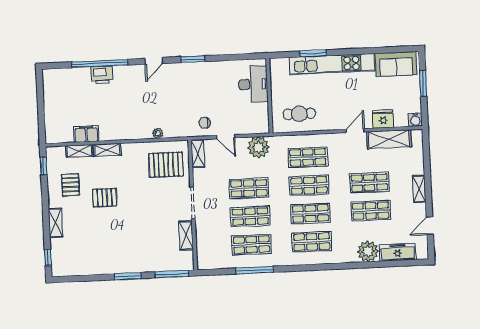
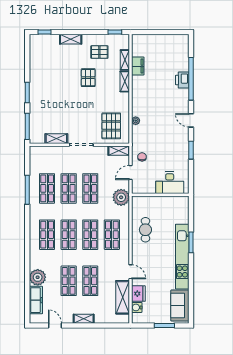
desk: (253, 84) -> (170, 183), moved
wall: (269, 96) -> (160, 195), moved
water cooler: (415, 120) -> (137, 307), moved

